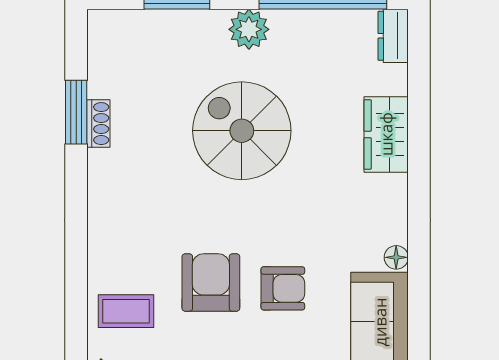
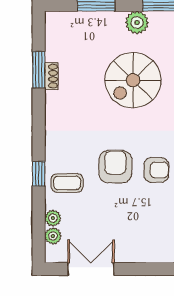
spiral stairs: (242, 131) -> (133, 80), turned -90
window: (76, 295) -> (39, 174), added

